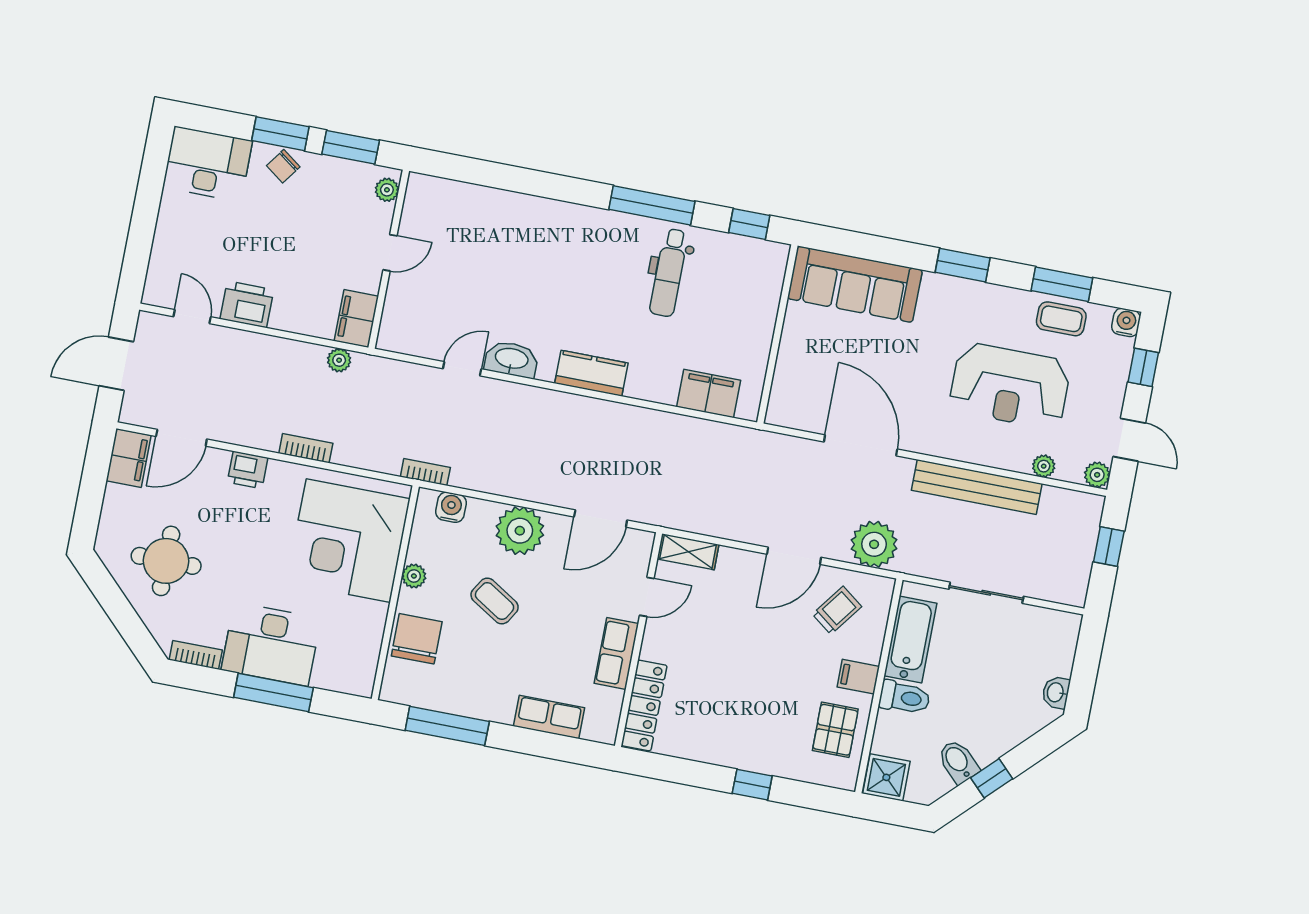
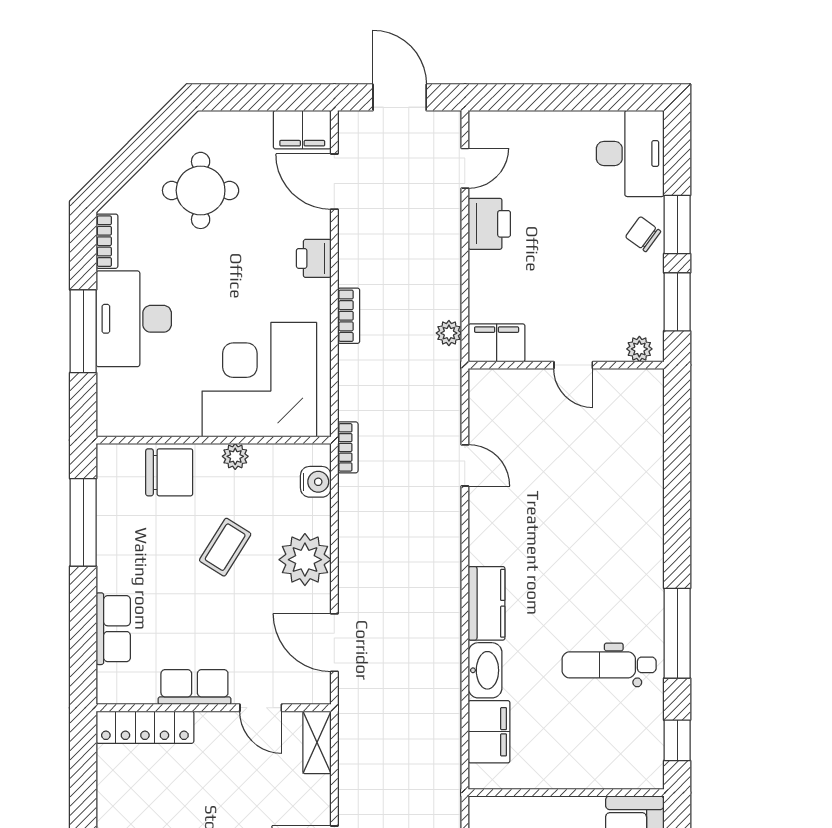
washbasin: (511, 359) -> (485, 670), moved

